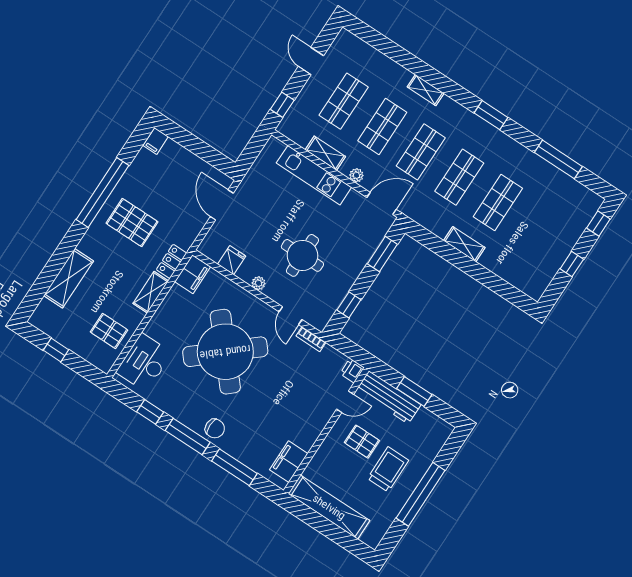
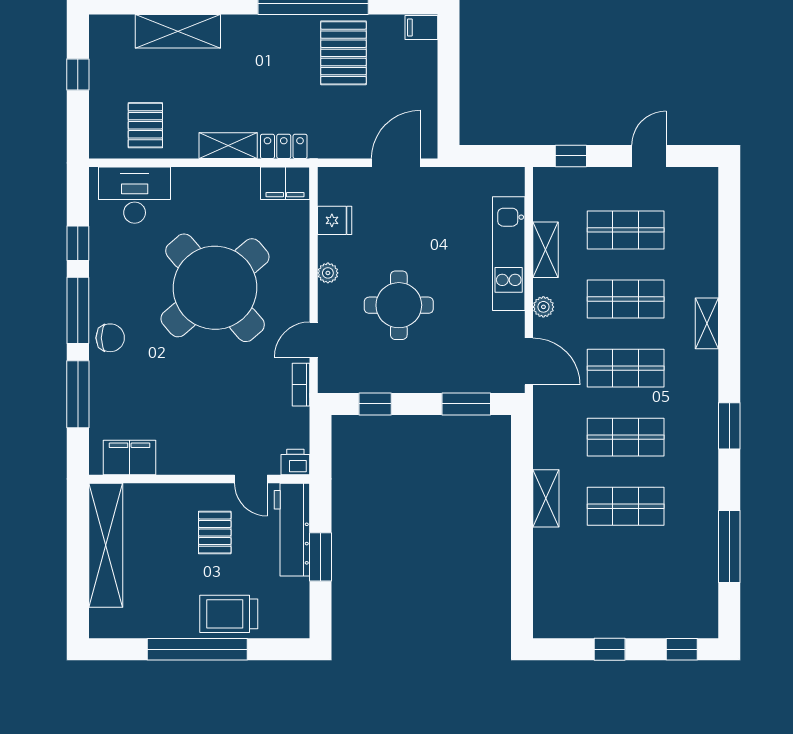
pallet: (132, 223) -> (343, 53), moved
chair: (215, 429) -> (110, 338), turned -90
trolley: (388, 469) -> (229, 614), moved, turned 180

